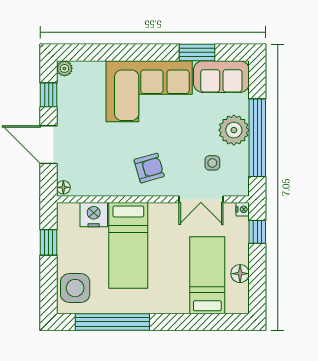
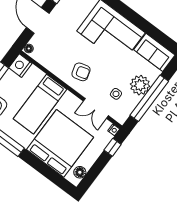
window: (197, 52) -> (151, 30), removed
nightstand: (94, 215) -> (20, 66), moved, turned -90
floor lamp: (240, 274) -> (80, 172), moved
bed: (207, 275) -> (60, 143), width x2.04

